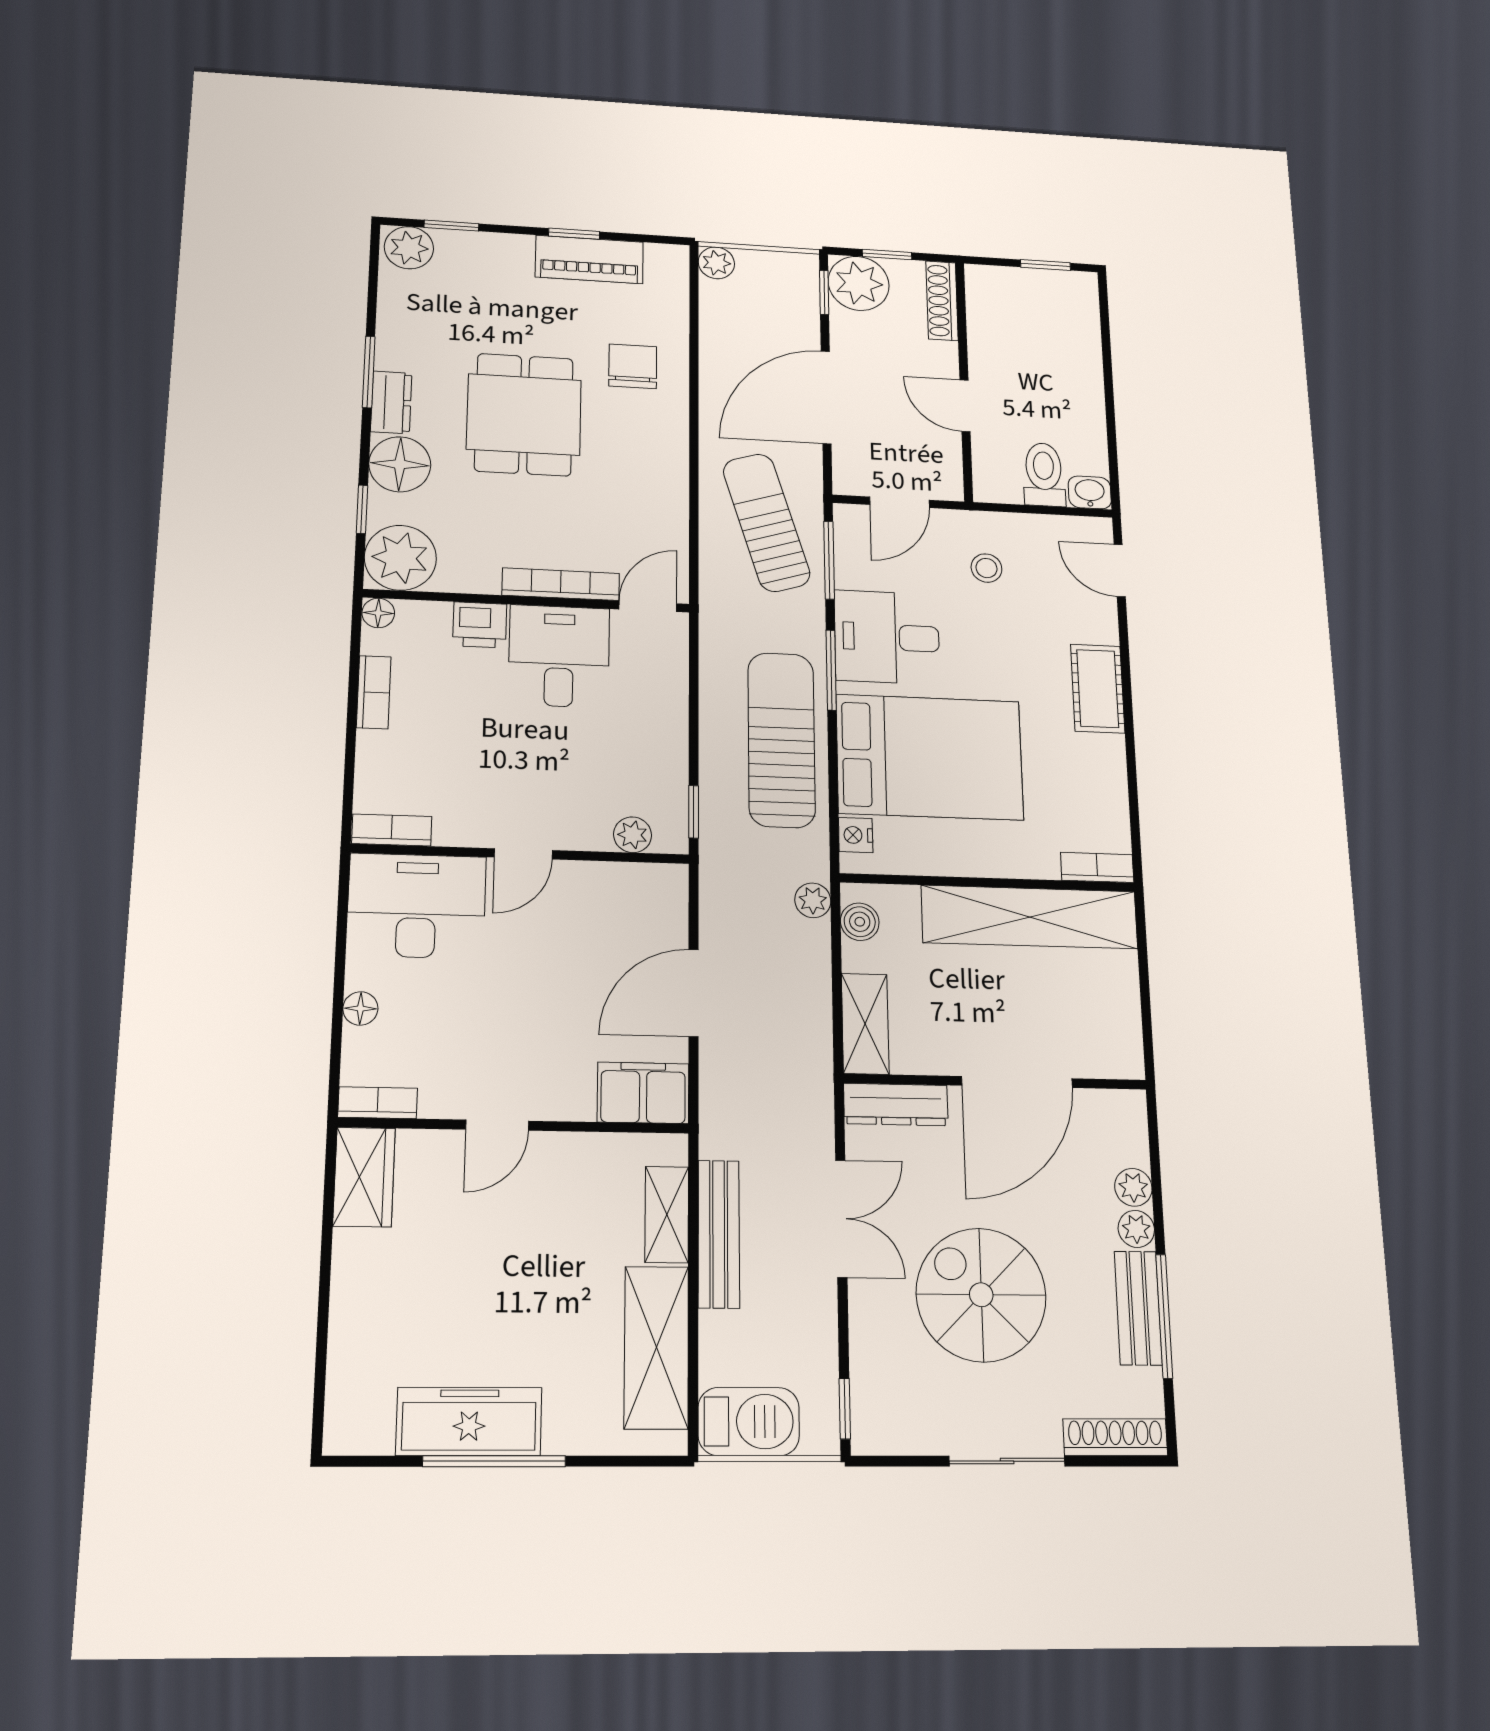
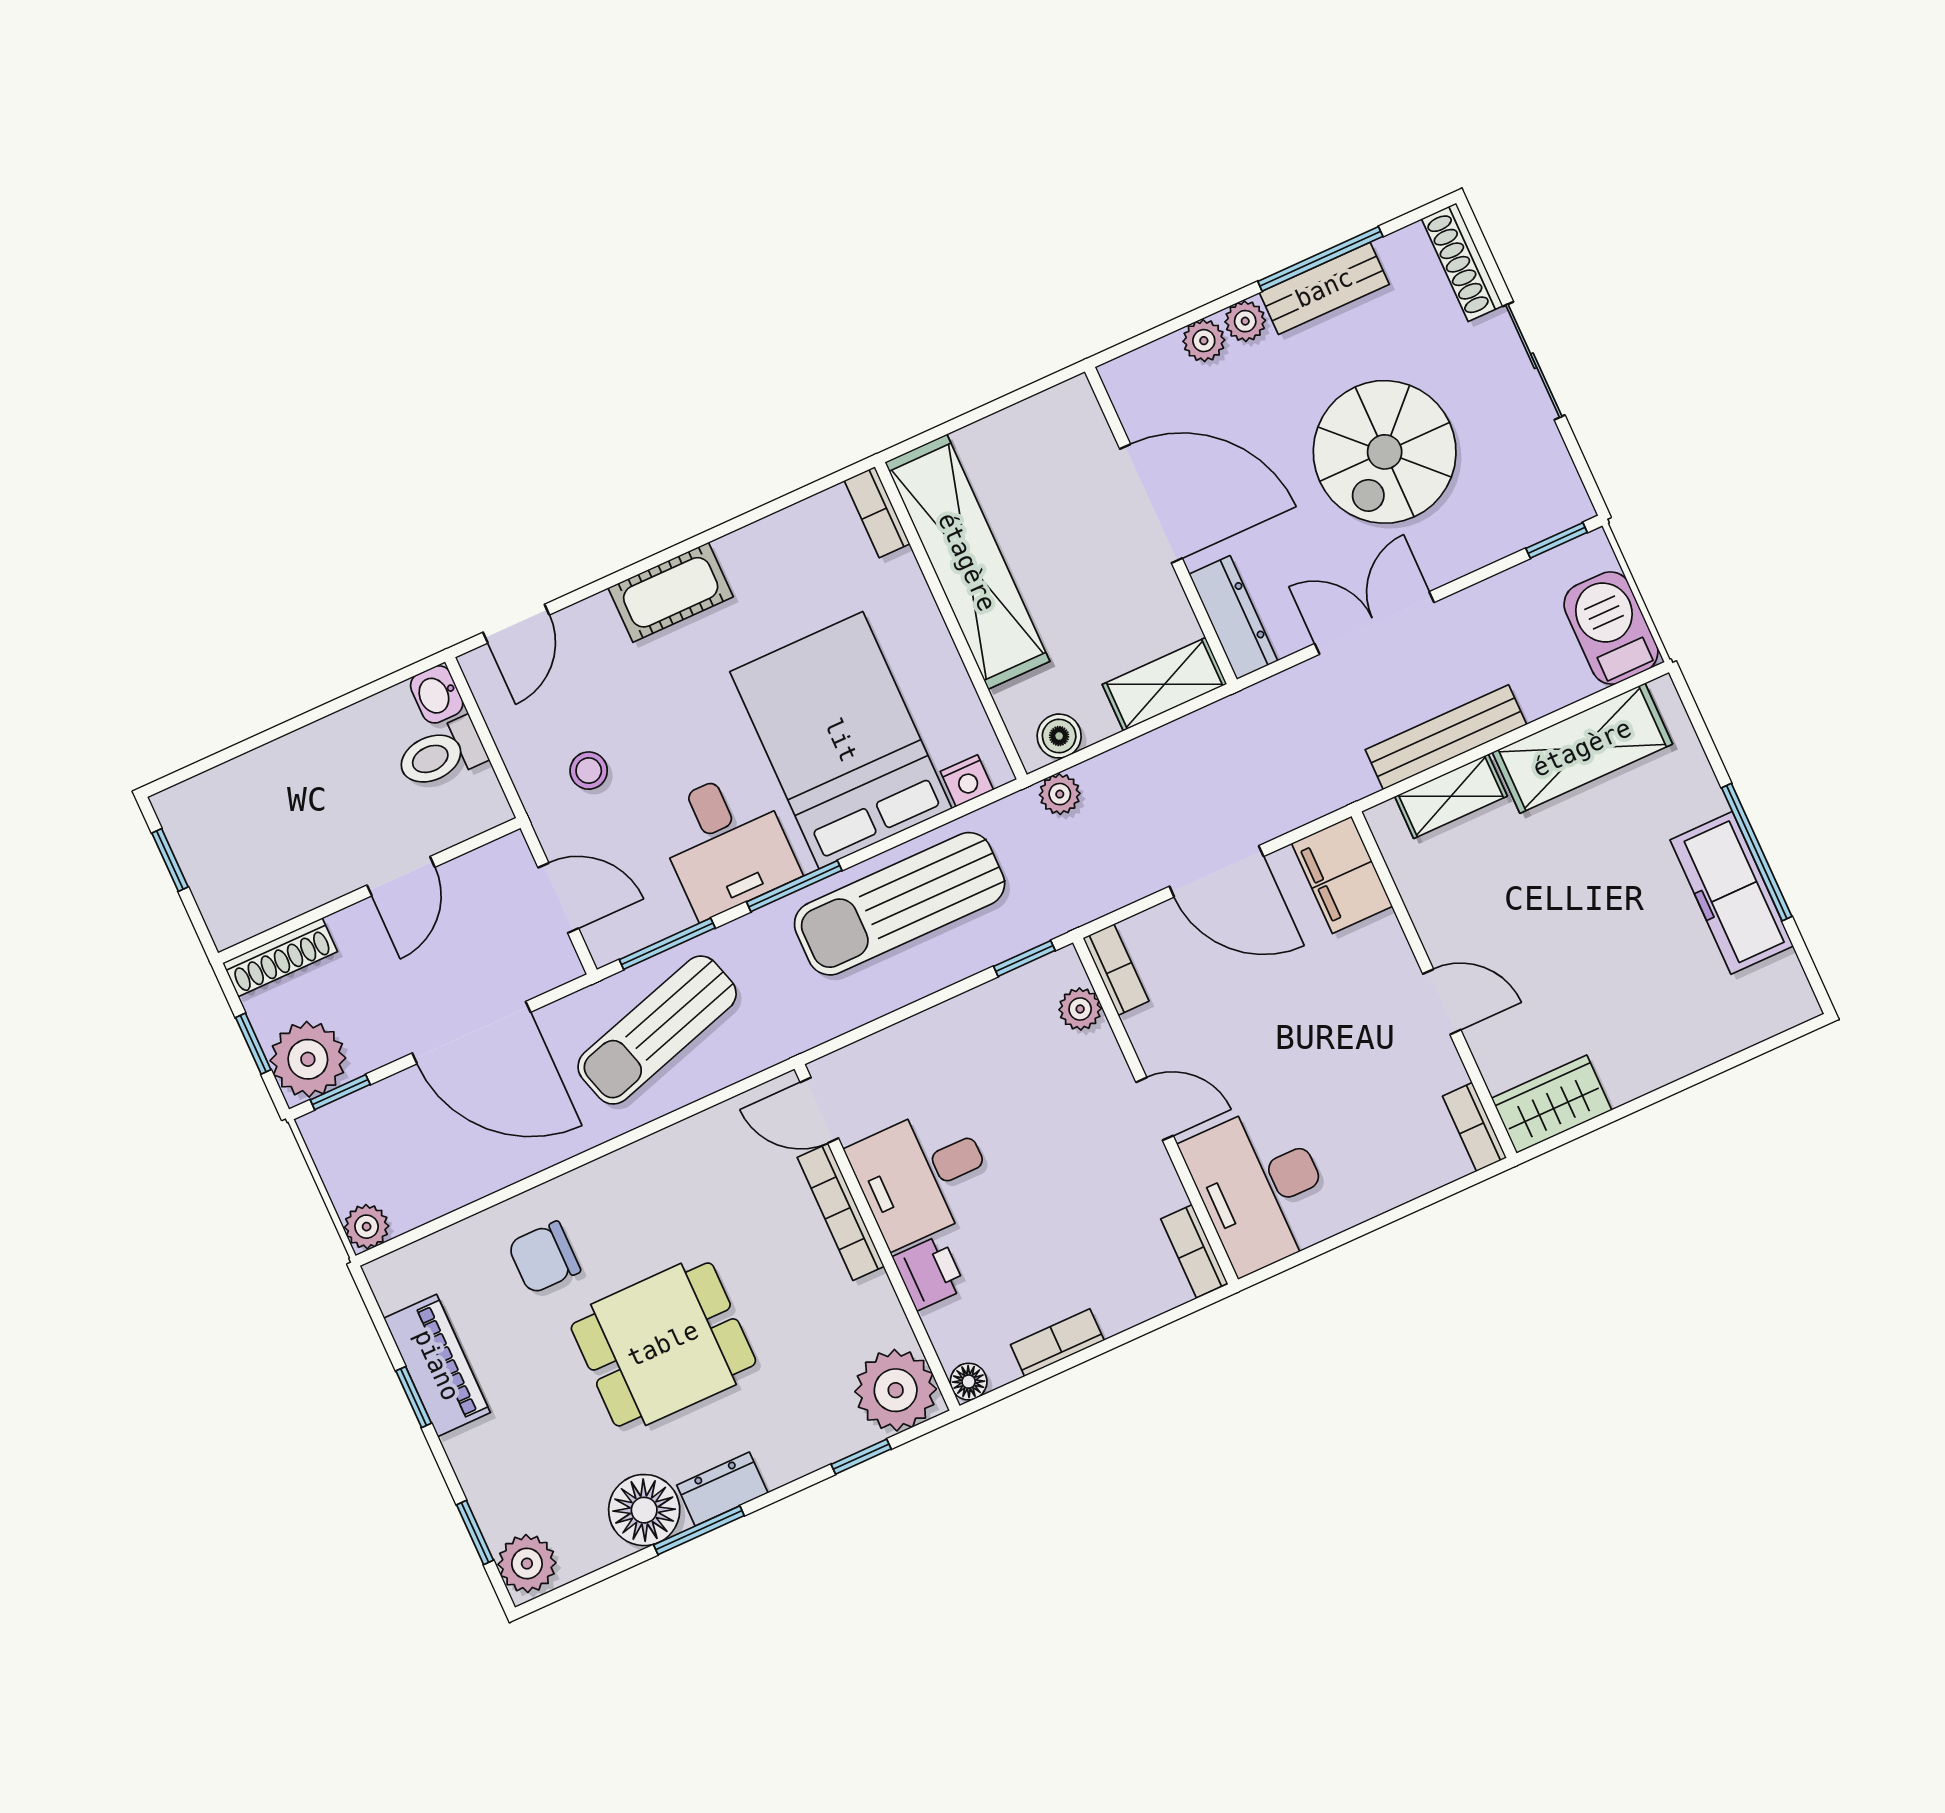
floor lamp: (400, 464) -> (644, 1510), moved
bookcase: (651, 877) -> (1116, 970), added
floor lamp: (360, 1008) -> (1390, 1190), removed

